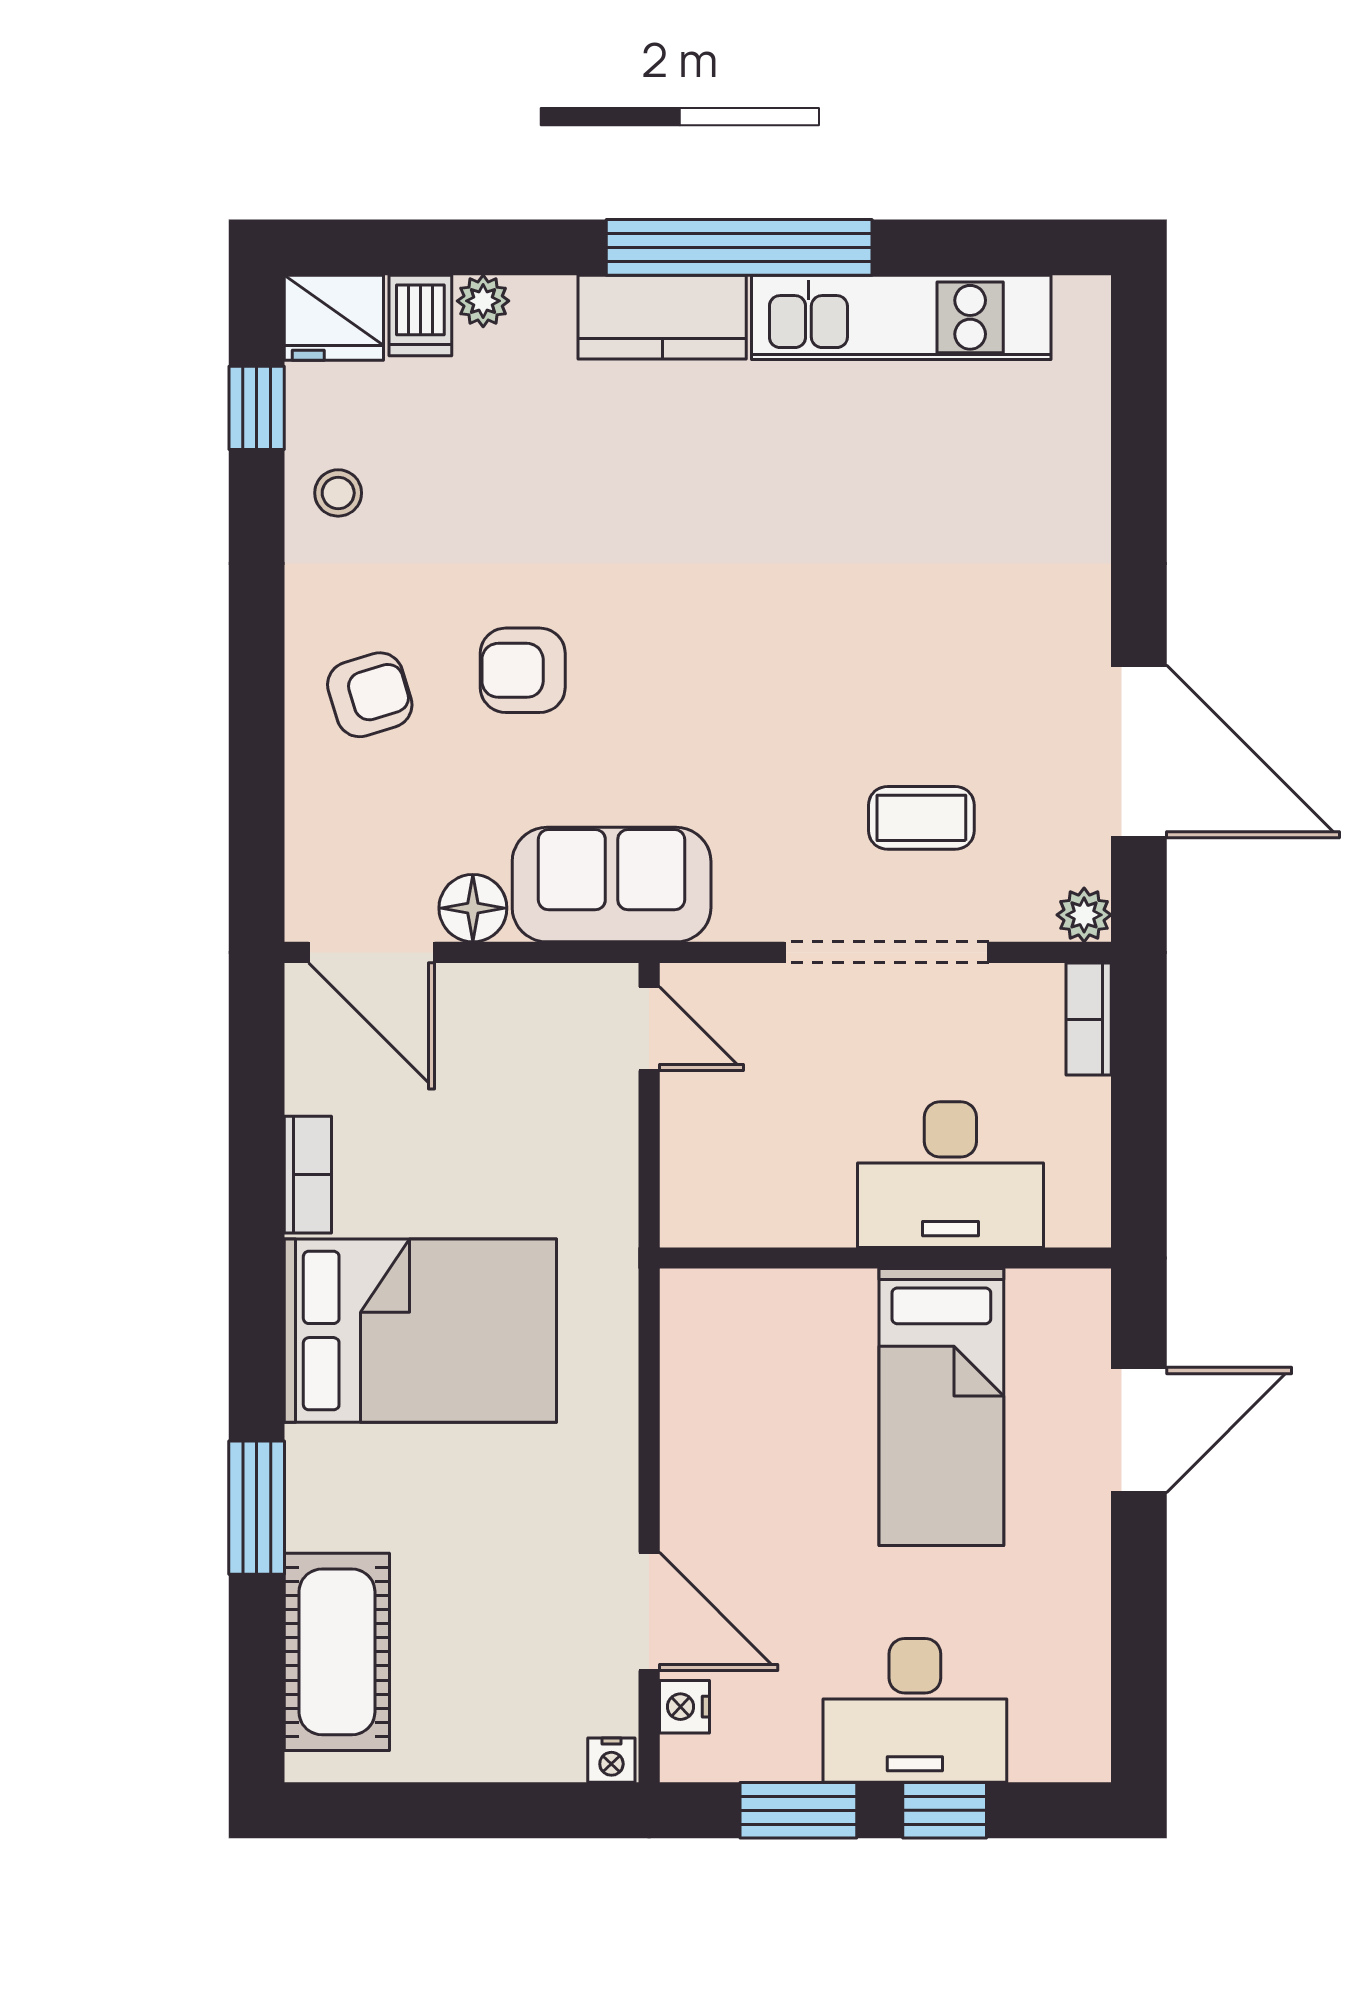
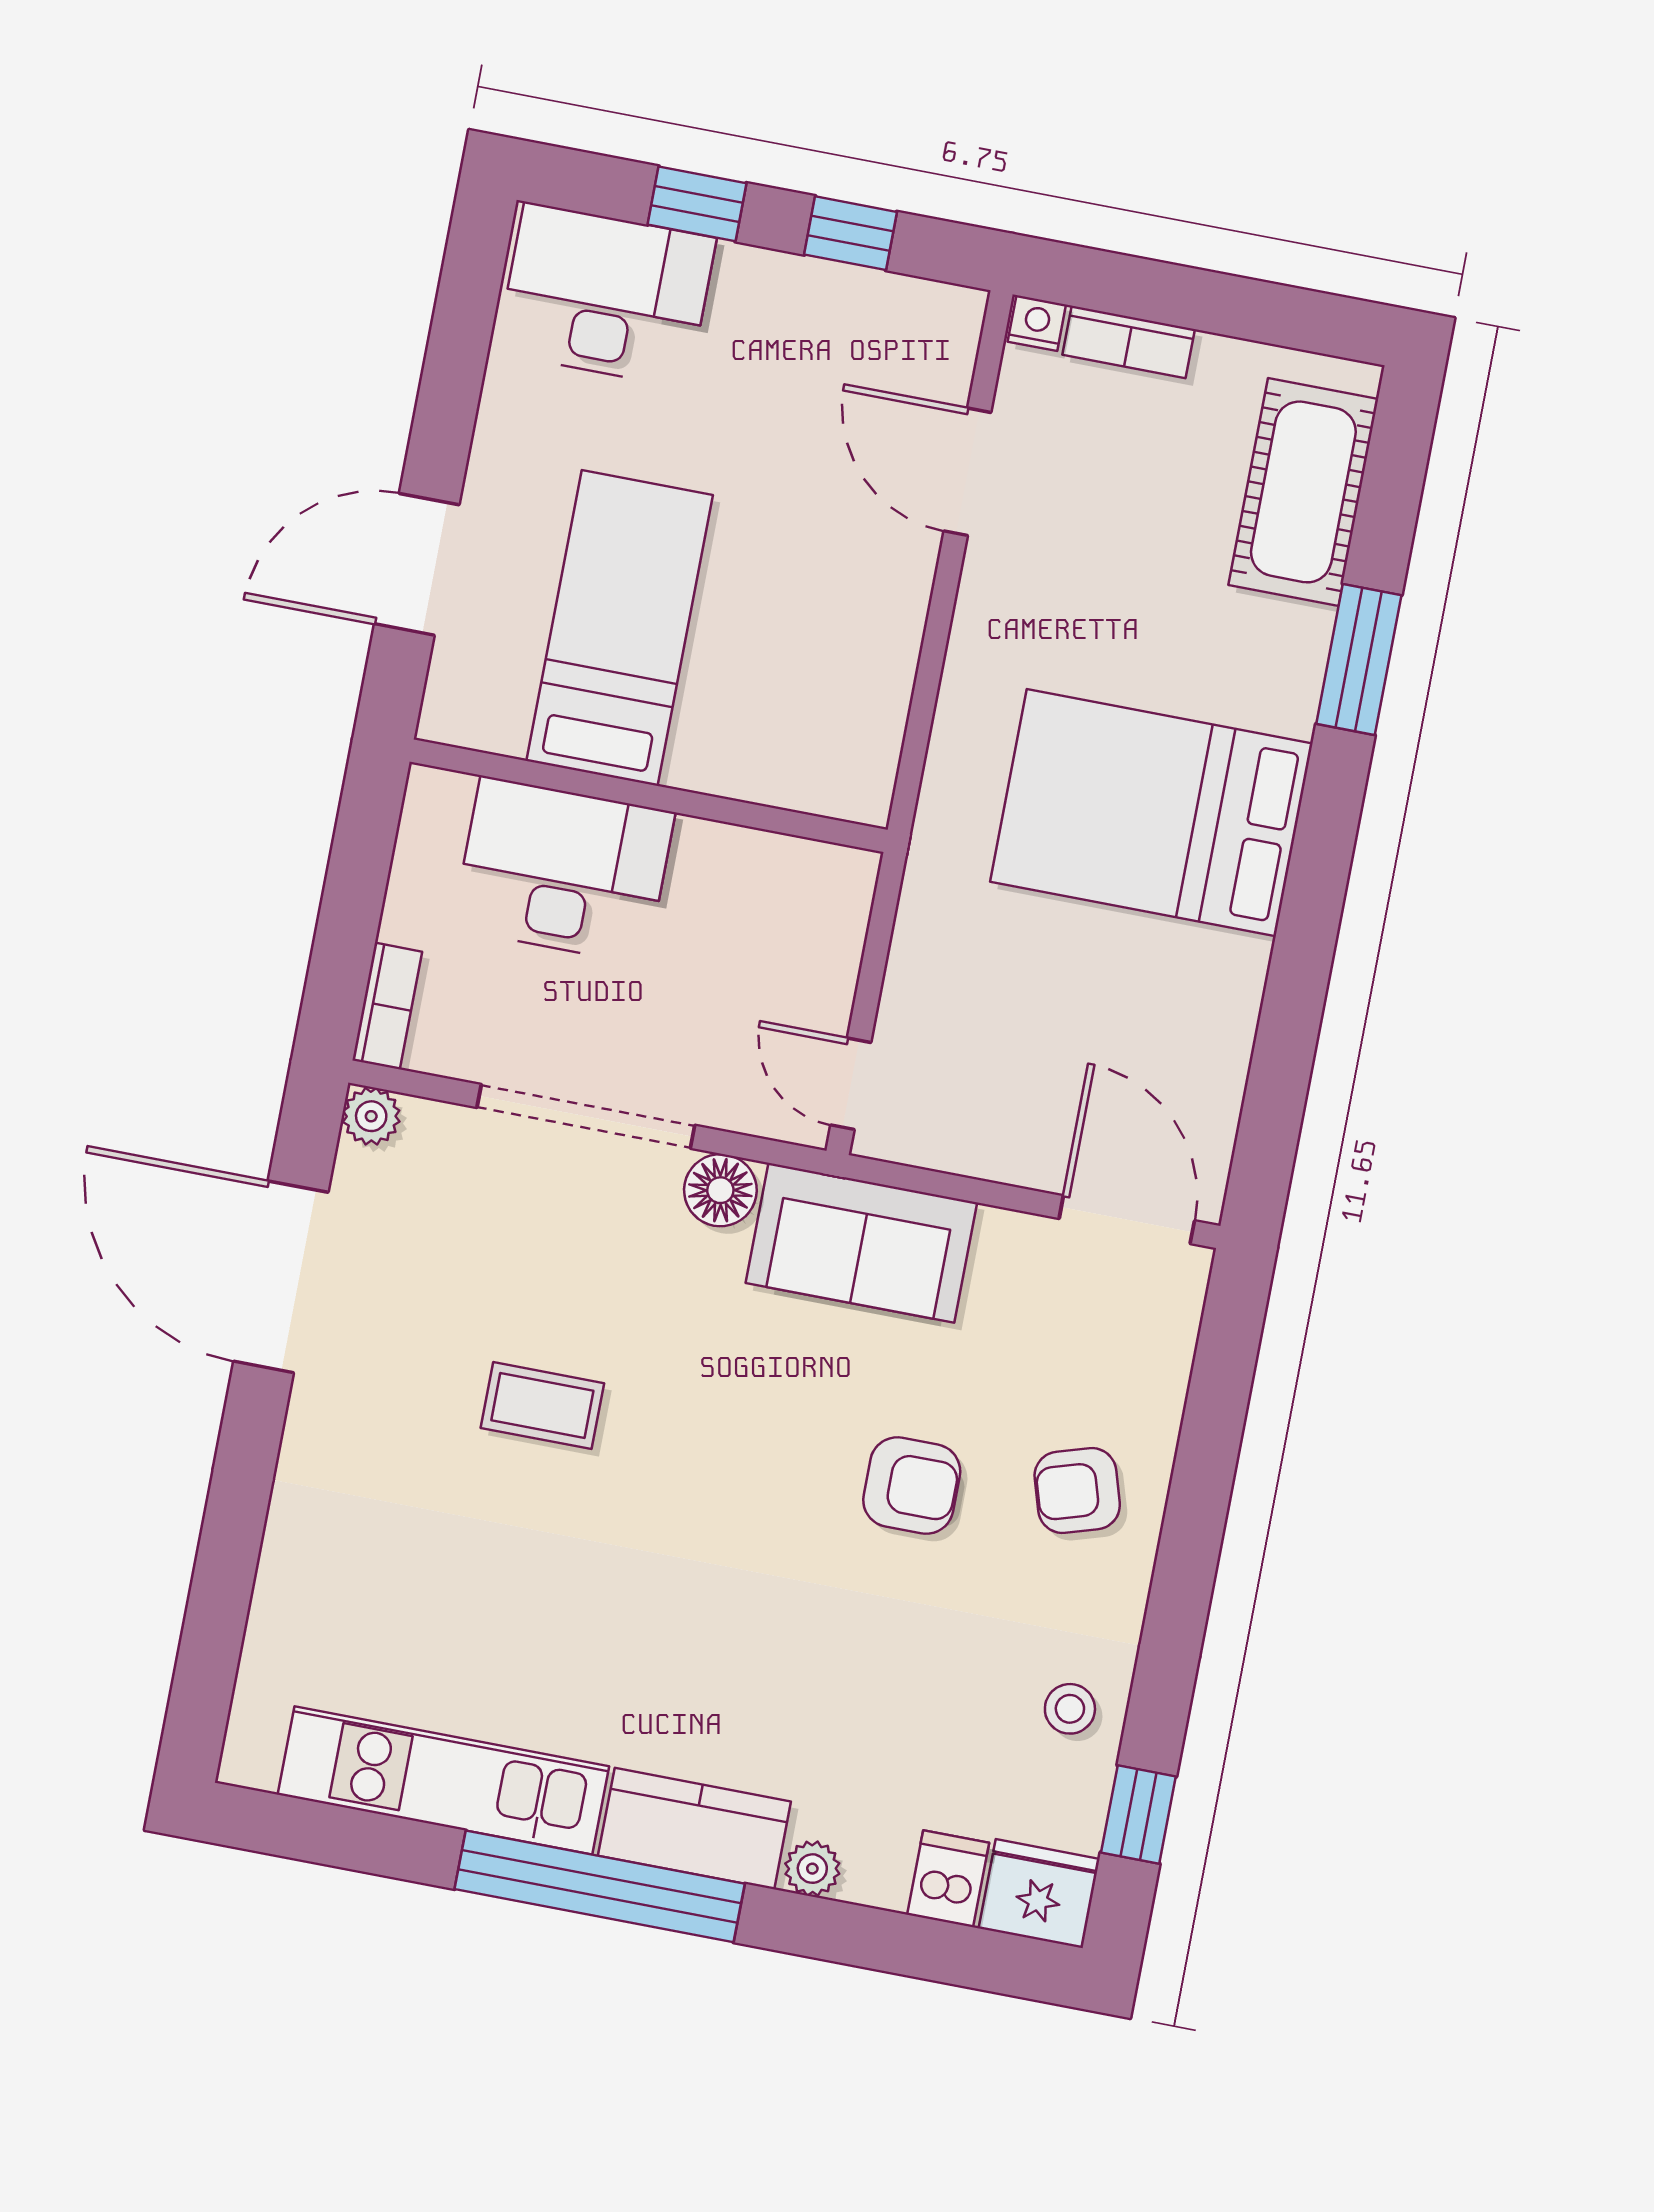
plant: (483, 301) -> (812, 1869), moved
coffee table: (921, 818) -> (542, 1406), moved
floor lamp: (473, 908) -> (720, 1190), moved
bookcase: (308, 1175) -> (1129, 342), moved, turned -90
nightstand: (684, 1707) -> (949, 365), removed
desk: (915, 1710) -> (606, 295), moved
window: (798, 1810) -> (850, 233), width x0.67

